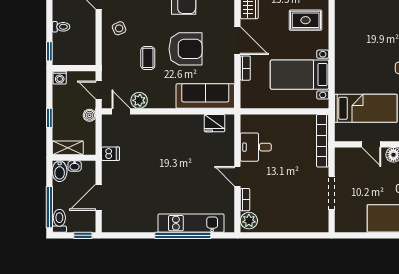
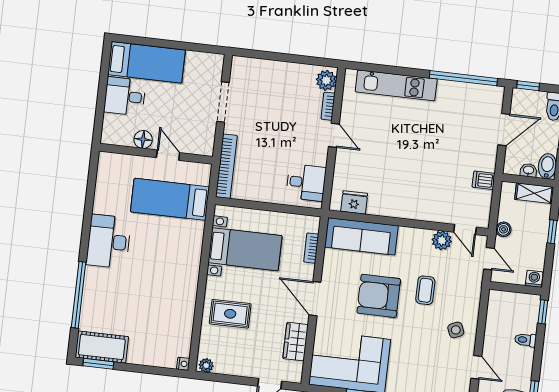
bookcase: (245, 68) -> (311, 248), moved
desk: (256, 147) -> (306, 183), moved
window: (183, 235) -> (463, 78), moved

